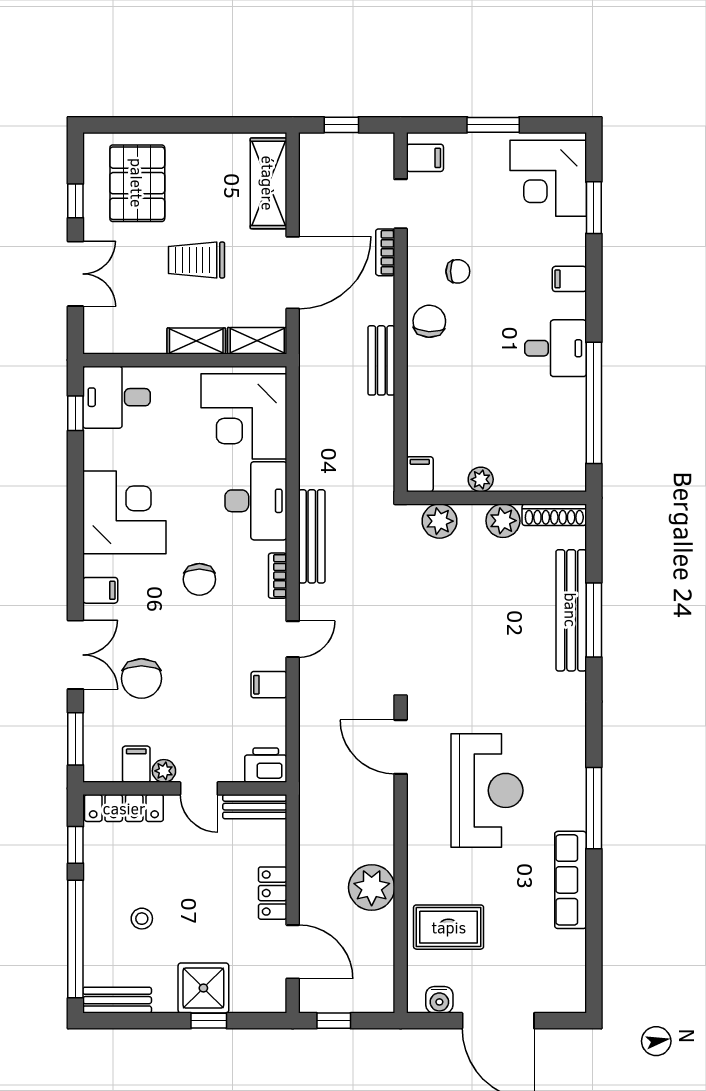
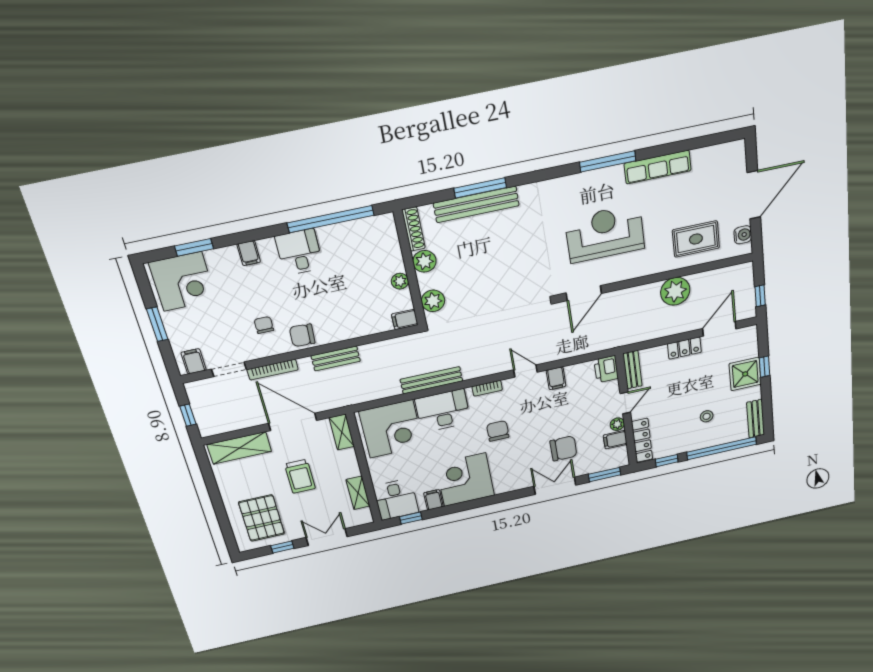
pallet: (137, 183) -> (262, 518), turned 90
bookcase: (385, 252) -> (273, 370), width x1.56
shelving: (196, 341) -> (358, 493), moved
bench: (312, 536) -> (431, 380), moved
chair: (199, 579) -> (498, 431), turned -90
filing cabinet: (100, 590) -> (433, 500), moved
rug: (449, 927) -> (696, 239), turned 90

